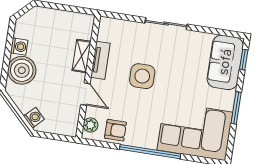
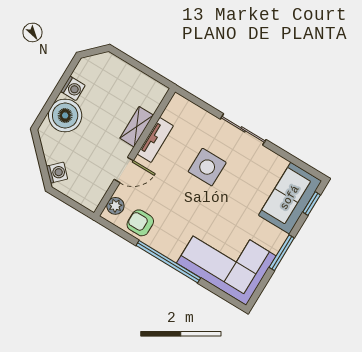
side table: (142, 76) -> (207, 167), moved
door: (85, 94) -> (124, 170), hinge flipped
armchair: (116, 130) -> (140, 223), turned 180

